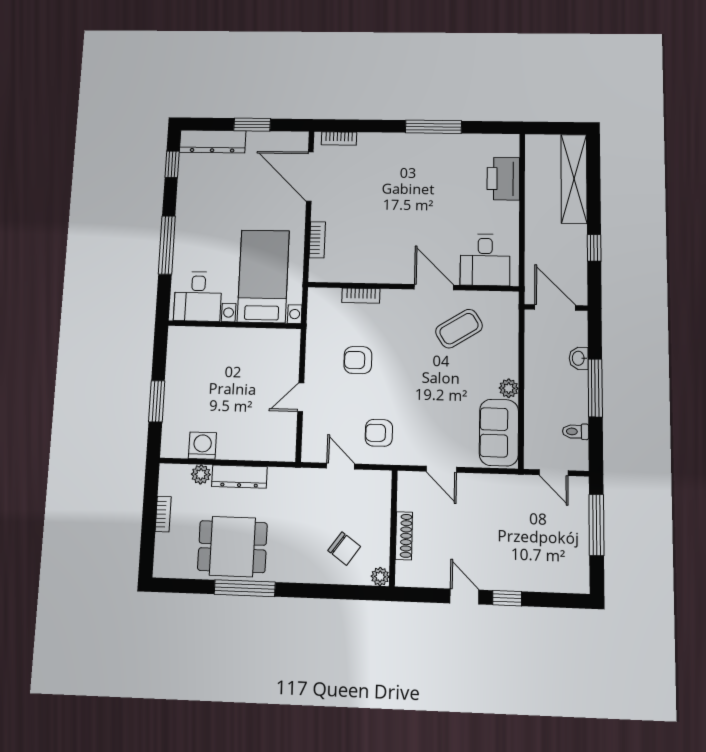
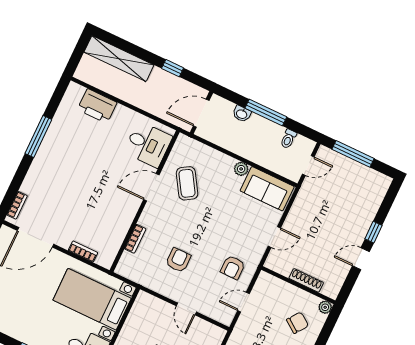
armchair: (358, 360) -> (178, 260), turned 180

